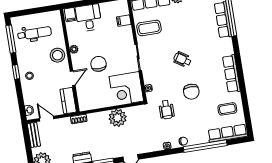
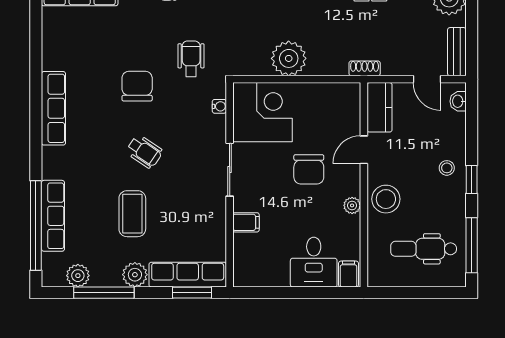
filing cabinet: (124, 21) -> (246, 222), moved
coffee table: (149, 28) -> (132, 214), moved, turned 90
coffee table: (227, 109) -> (72, 41), removed

